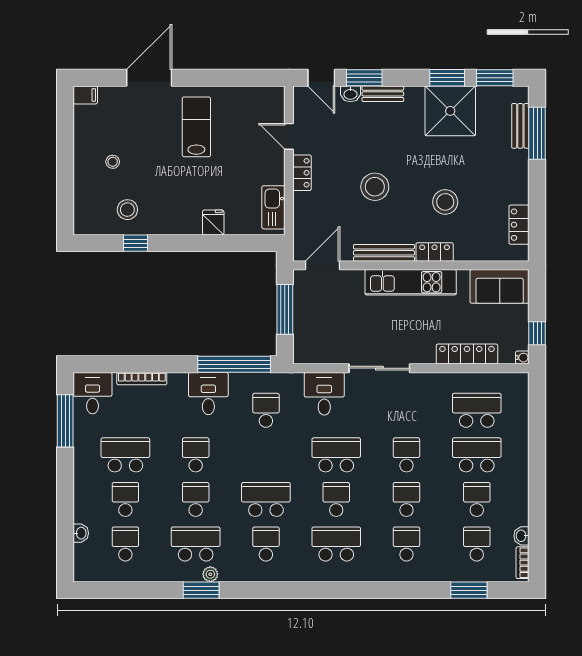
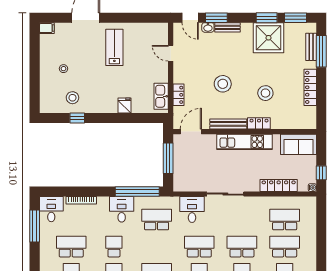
locker: (302, 173) -> (179, 95), moved
locker: (519, 225) -> (310, 87), moved, width x1.53
school desk: (266, 410) -> (157, 220), width x1.85
school desk: (406, 455) -> (242, 247), width x1.85

